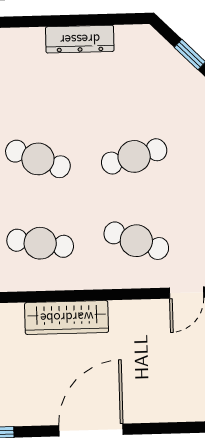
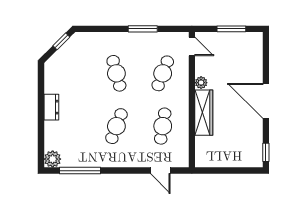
dresser: (80, 39) -> (51, 107), width x0.70
plant: (121, 311) -> (201, 83), added

